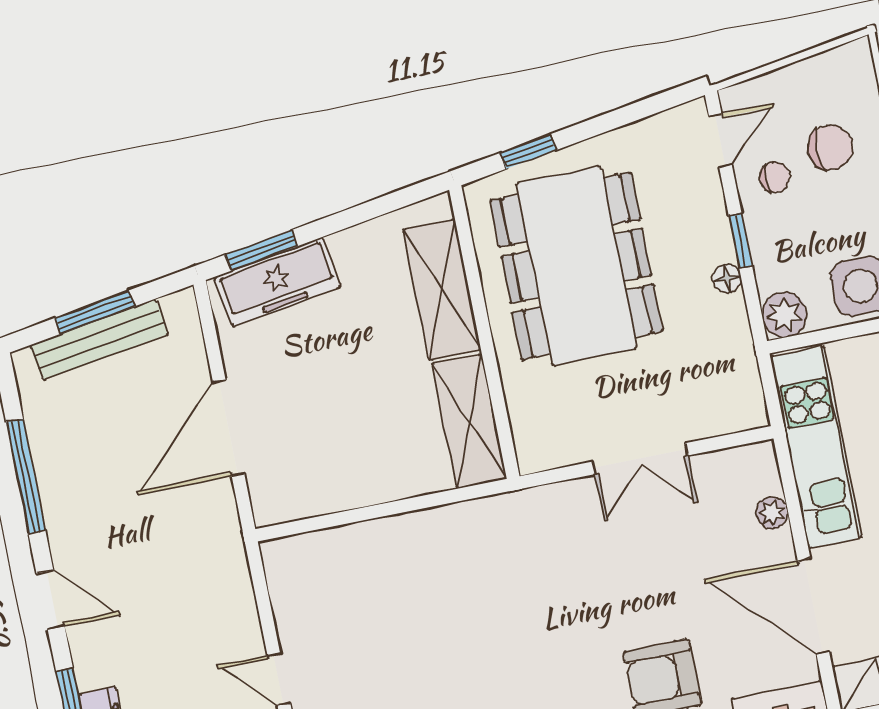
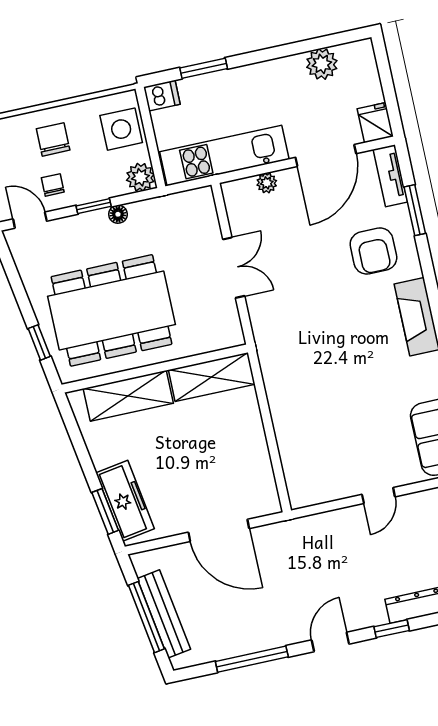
chair: (831, 148) -> (53, 139), moved
window: (95, 312) -> (146, 617), width x1.44

